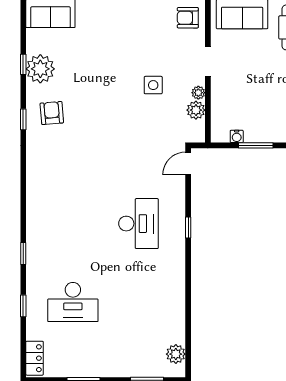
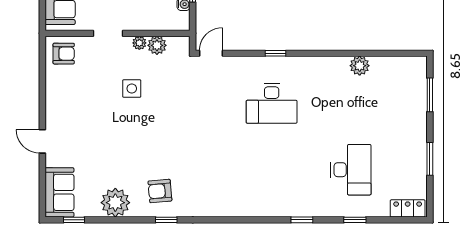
armchair: (188, 18) -> (64, 54), turned -90
window: (23, 64) -> (74, 220), moved
door: (188, 164) -> (211, 53), swing flipped
desk: (138, 224) -> (272, 103), turned 180
plant: (176, 354) -> (360, 66), moved

